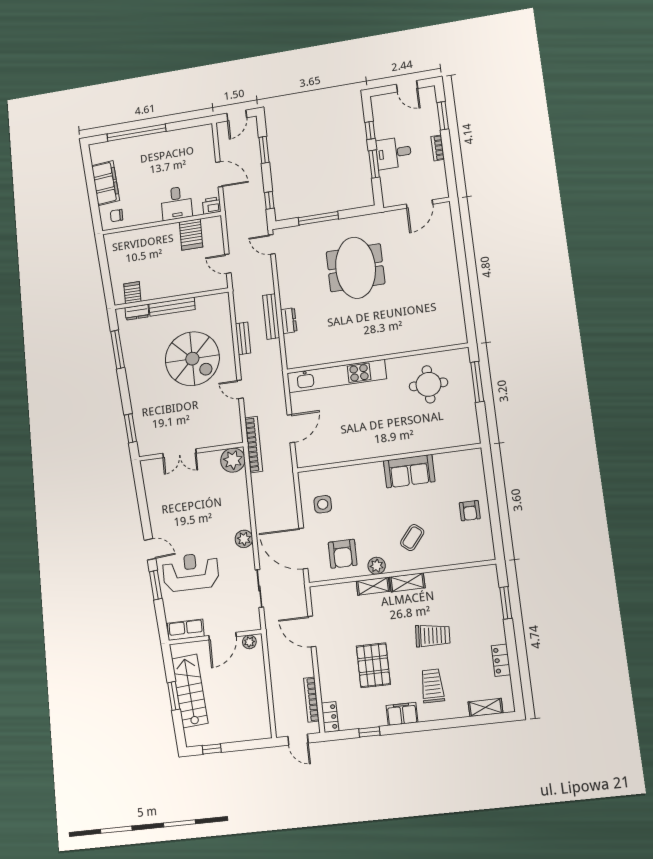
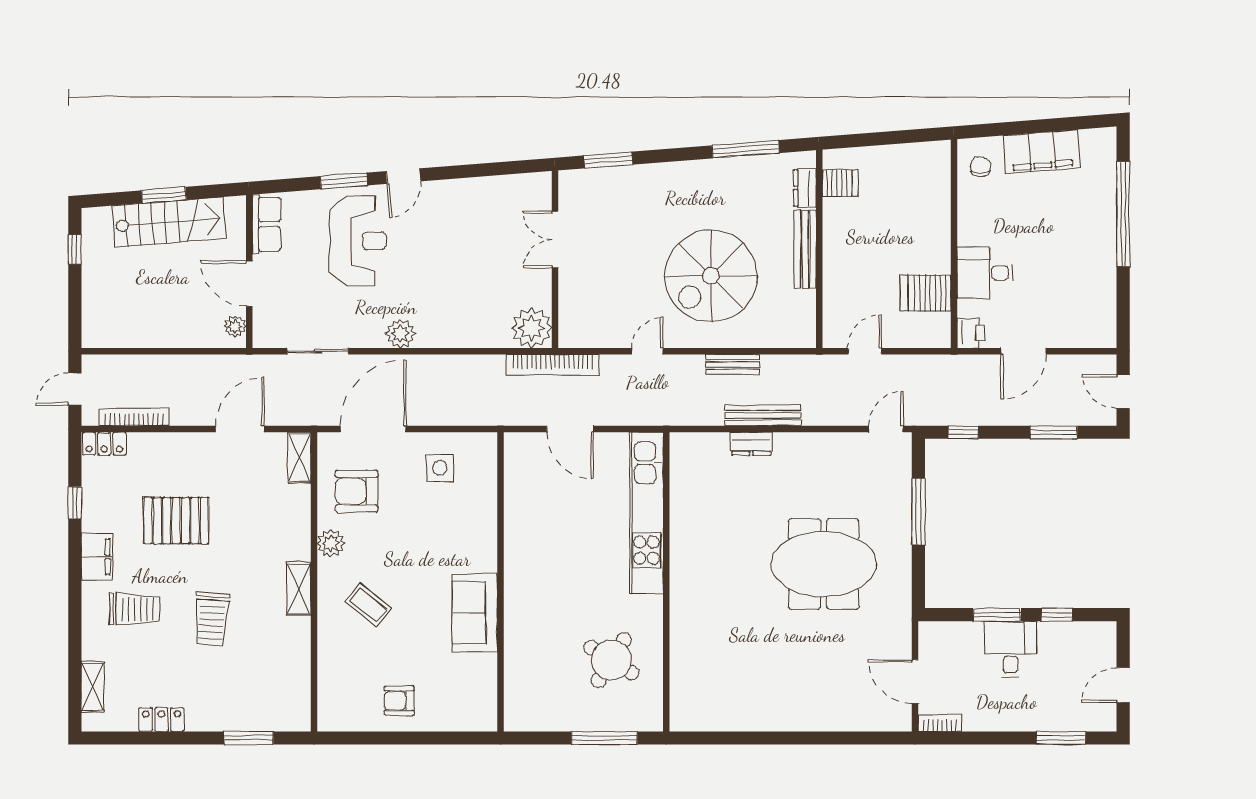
bookcase: (438, 148) -> (940, 723), moved
round table: (429, 384) -> (611, 660), turned 32
shelving: (373, 586) -> (299, 458), moved

